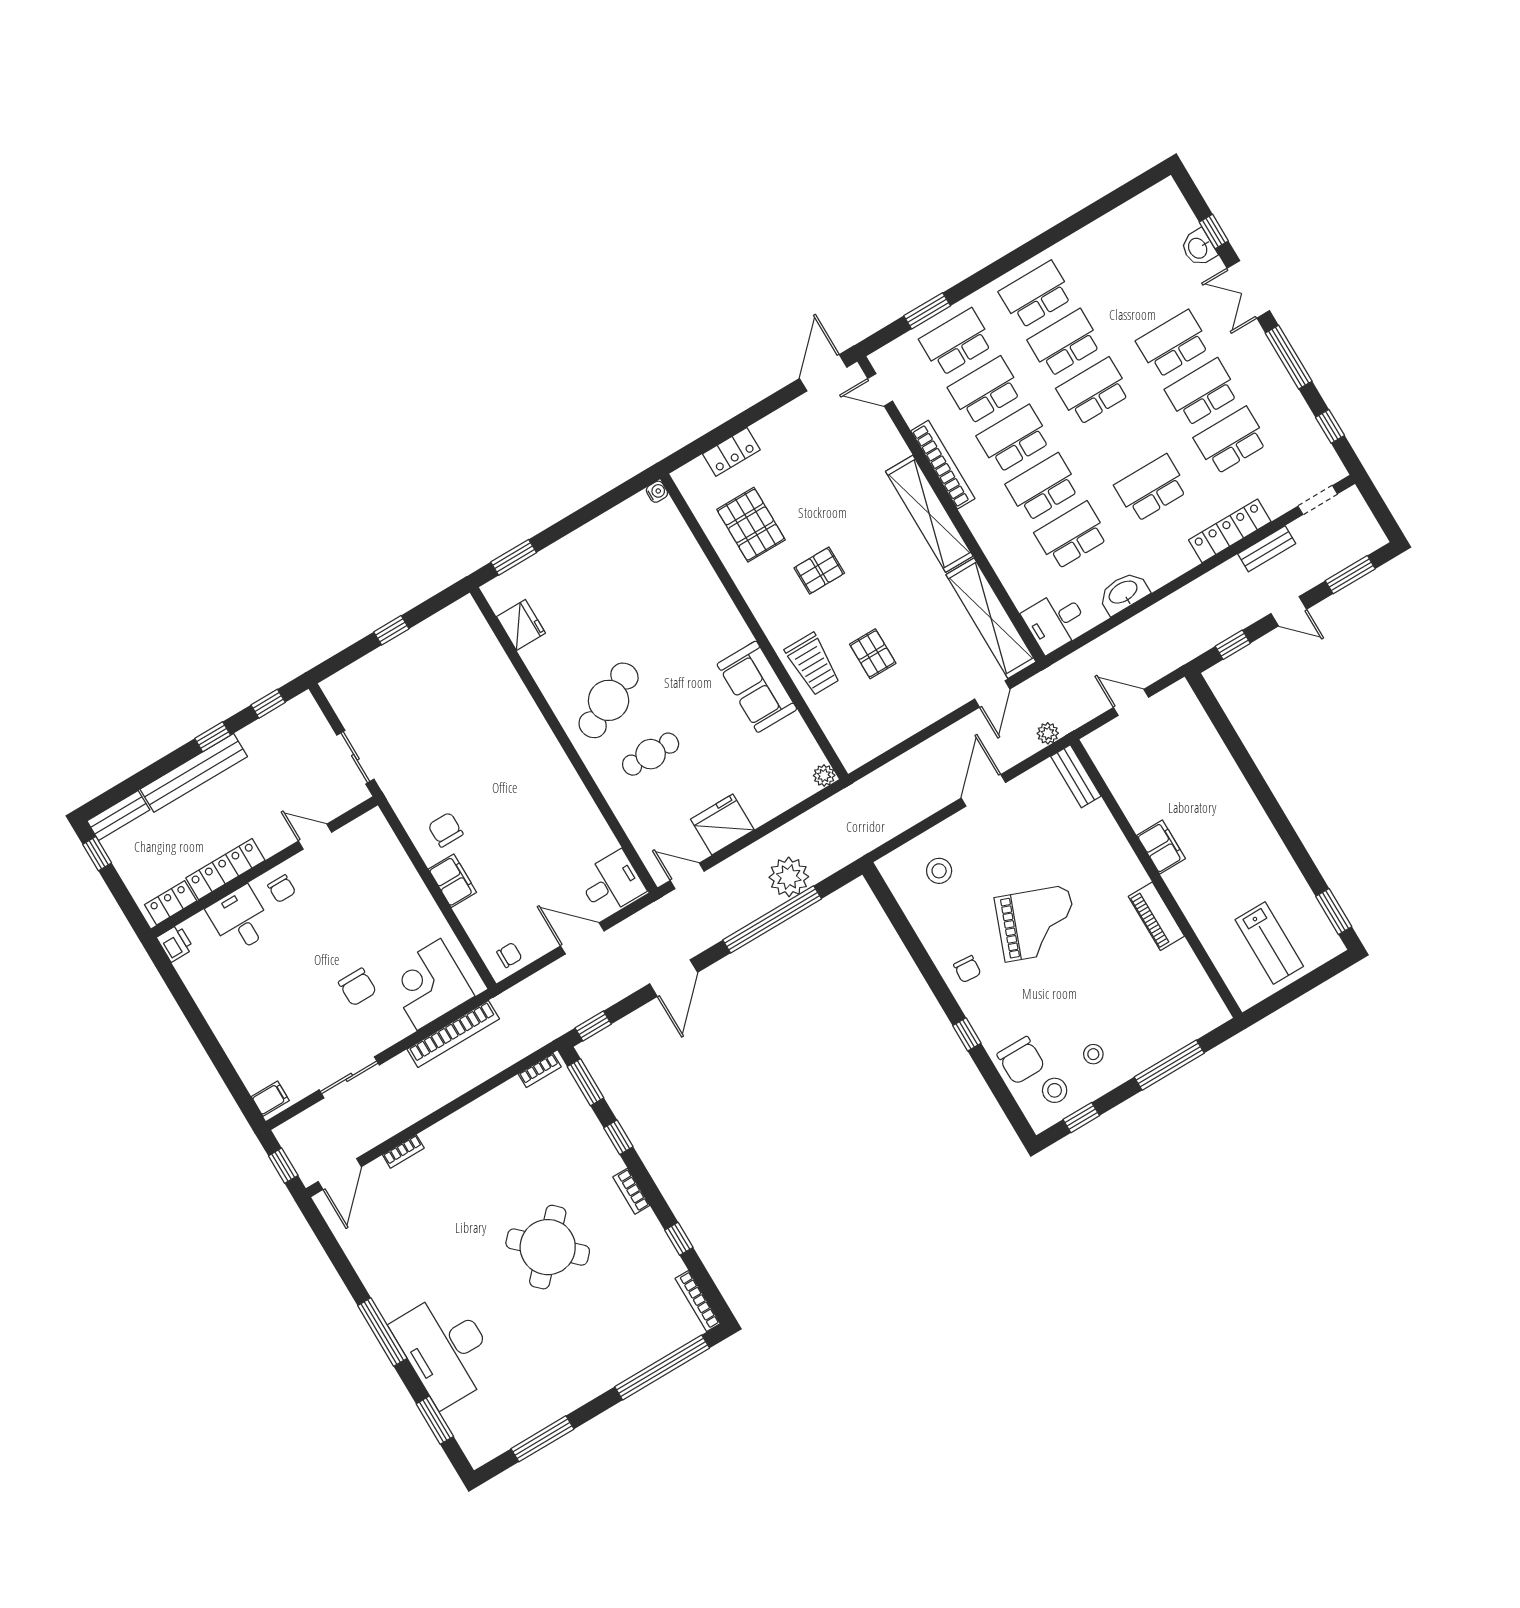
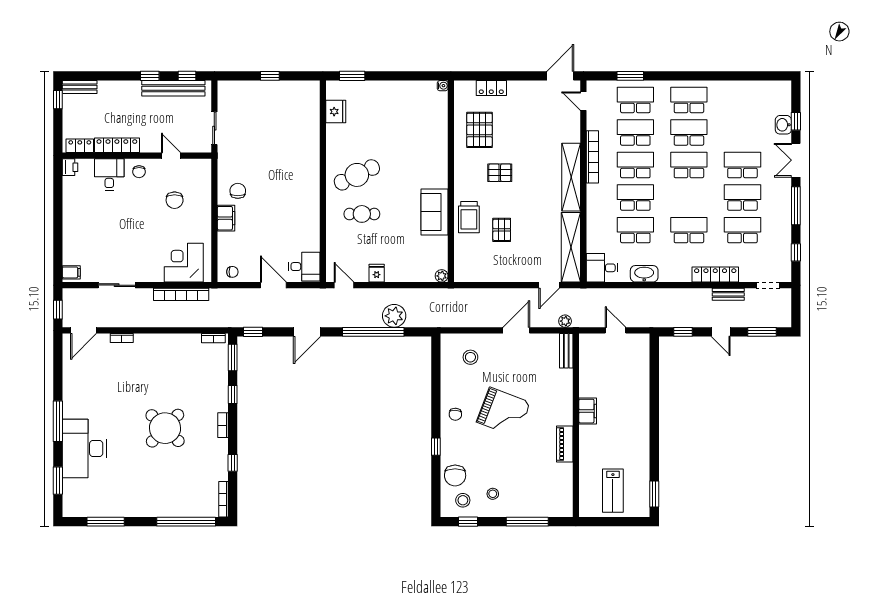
bench: (194, 773) -> (173, 88), moved
fridge: (722, 824) -> (377, 273), width x0.53, depth x0.75
chair: (357, 987) -> (175, 200), moved

